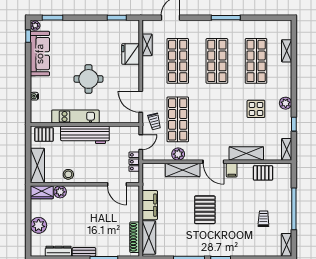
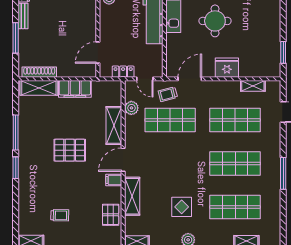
fridge: (131, 54) -> (227, 68), moved
plant: (178, 154) -> (131, 108), moved

